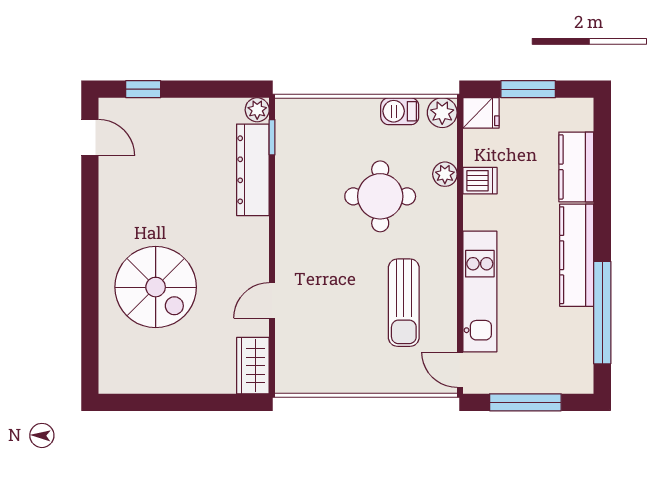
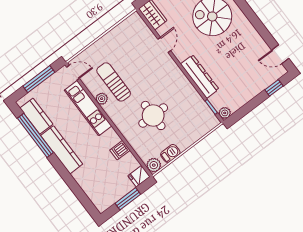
kitchen counter: (576, 167) -> (36, 116), moved
dresser: (253, 170) -> (200, 77), moved
plant: (445, 174) -> (102, 99), moved

